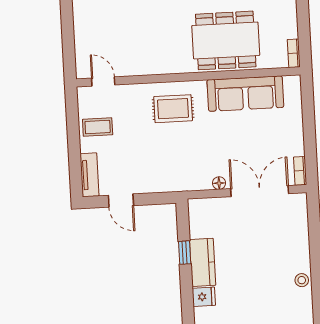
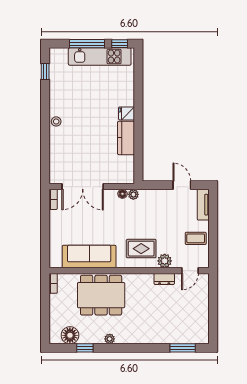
dresser: (139, 68) -> (164, 279), added
door: (103, 82) -> (190, 271), hinge flipped
plant: (139, 93) -> (165, 261), added
floor lamp: (219, 183) -> (122, 194), moved
plant: (188, 184) -> (133, 194), added
window: (185, 253) -> (138, 146), removed

